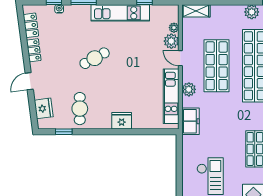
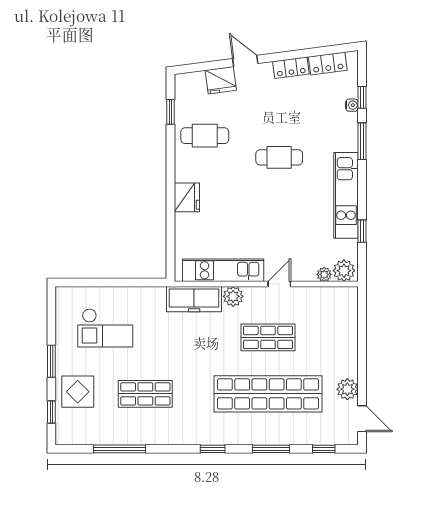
shelving: (196, 11) -> (349, 307), removed
plant: (171, 41) -> (344, 271), moved
cafe table: (95, 58) -> (279, 157), turned -61
shop shelf: (217, 66) -> (268, 337), width x0.70, depth x0.74
fridge: (44, 108) -> (221, 80), moved
freezer: (191, 121) -> (194, 299), width x1.40

